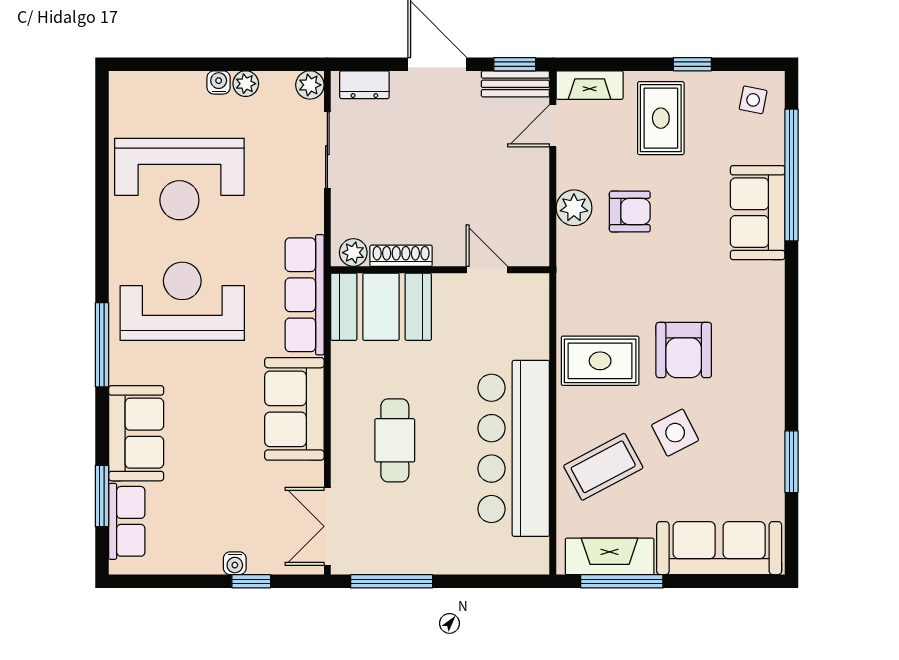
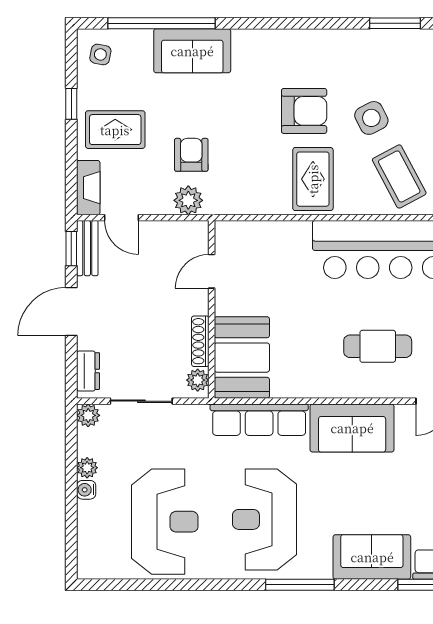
plant: (353, 253) -> (198, 380), moved
shoe rack: (401, 256) -> (200, 341), moved
wall: (440, 270) -> (212, 309), moved
door: (487, 270) -> (212, 271), moved
booth: (381, 307) -> (242, 358), moved

